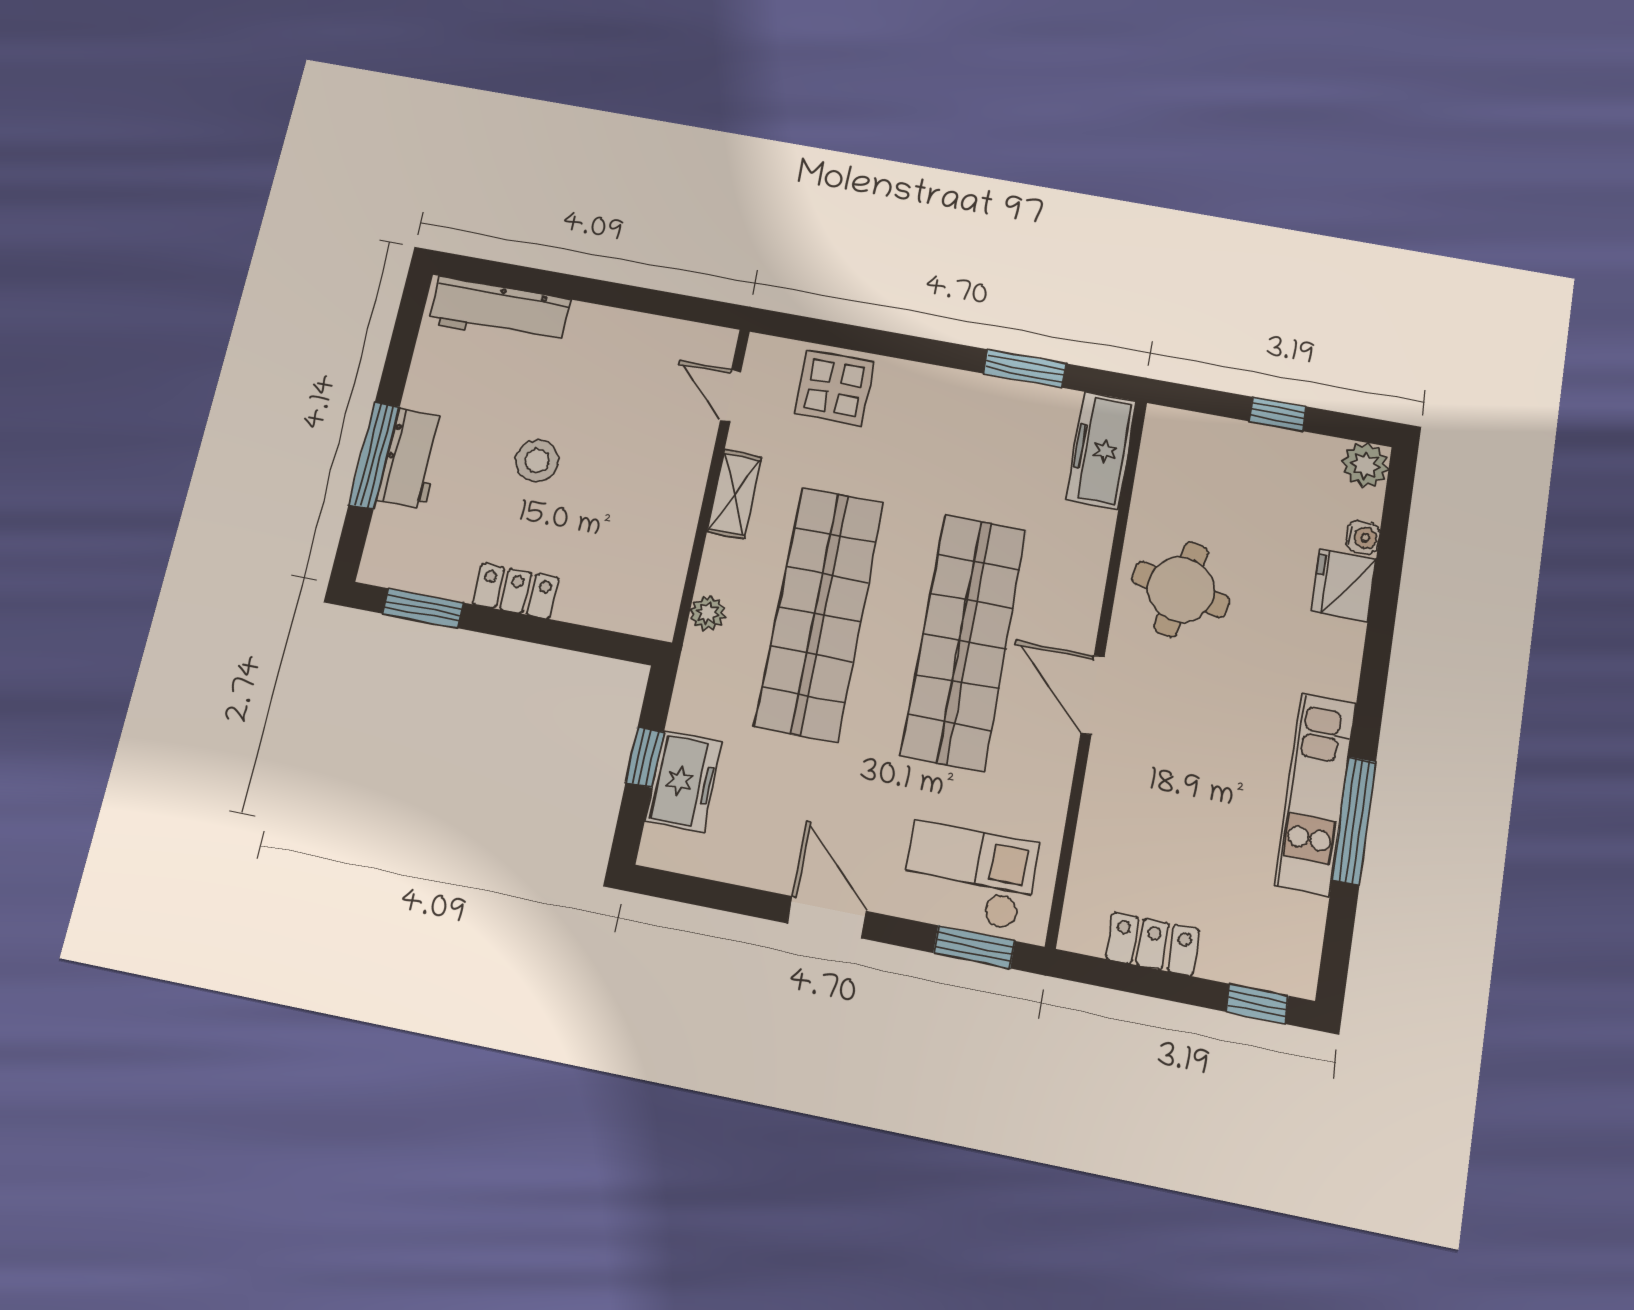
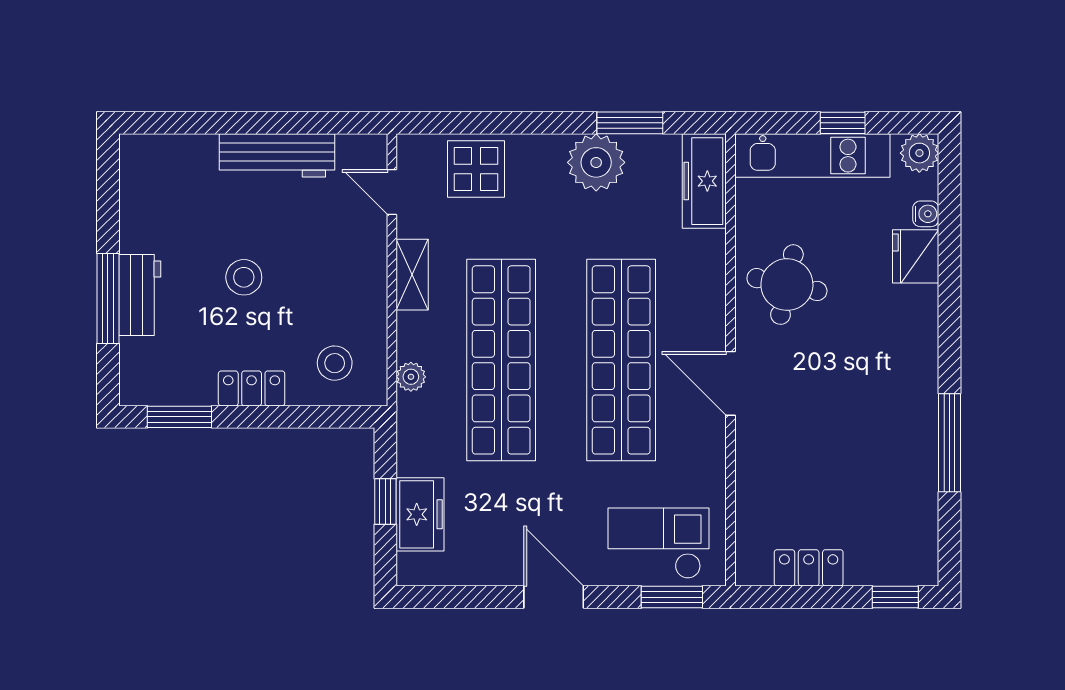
workbench: (499, 311) -> (277, 155), moved
plant: (977, 406) -> (596, 162), added
stool: (621, 580) -> (335, 363), added
kitchen unit: (1316, 794) -> (812, 156), moved, turned -90

